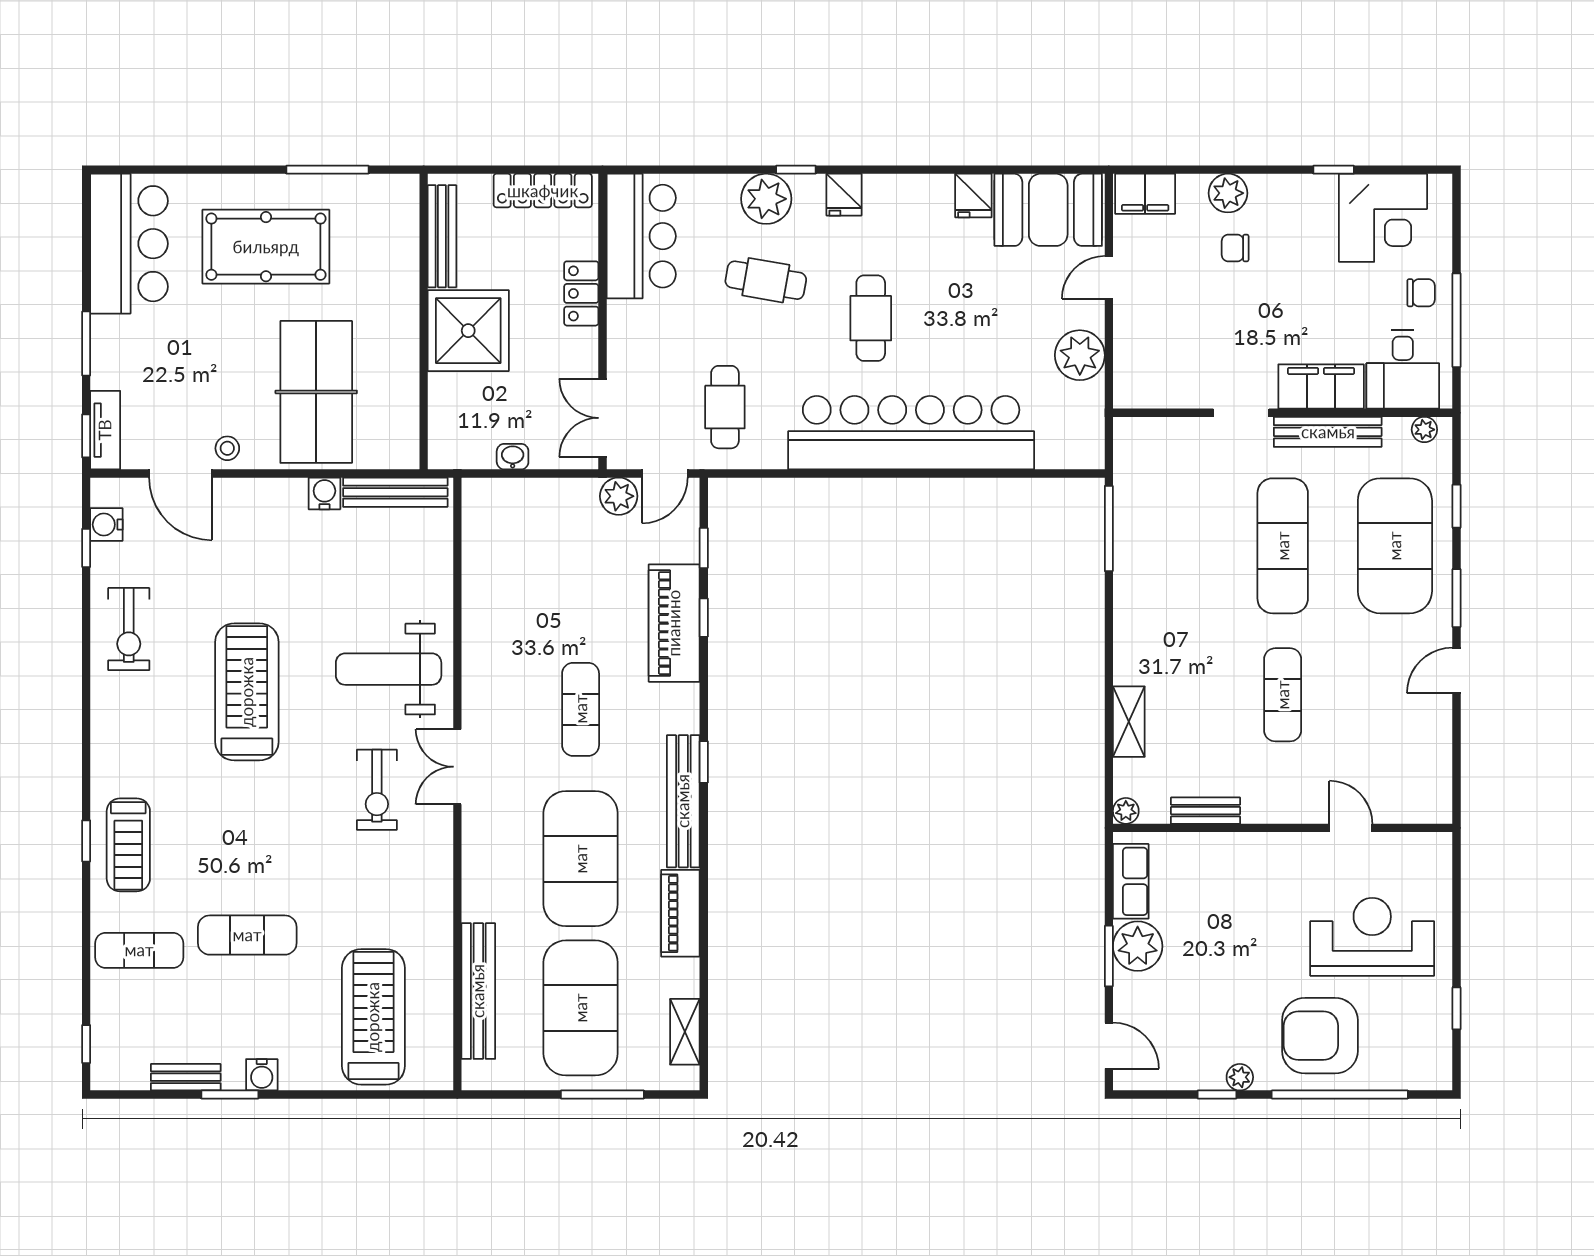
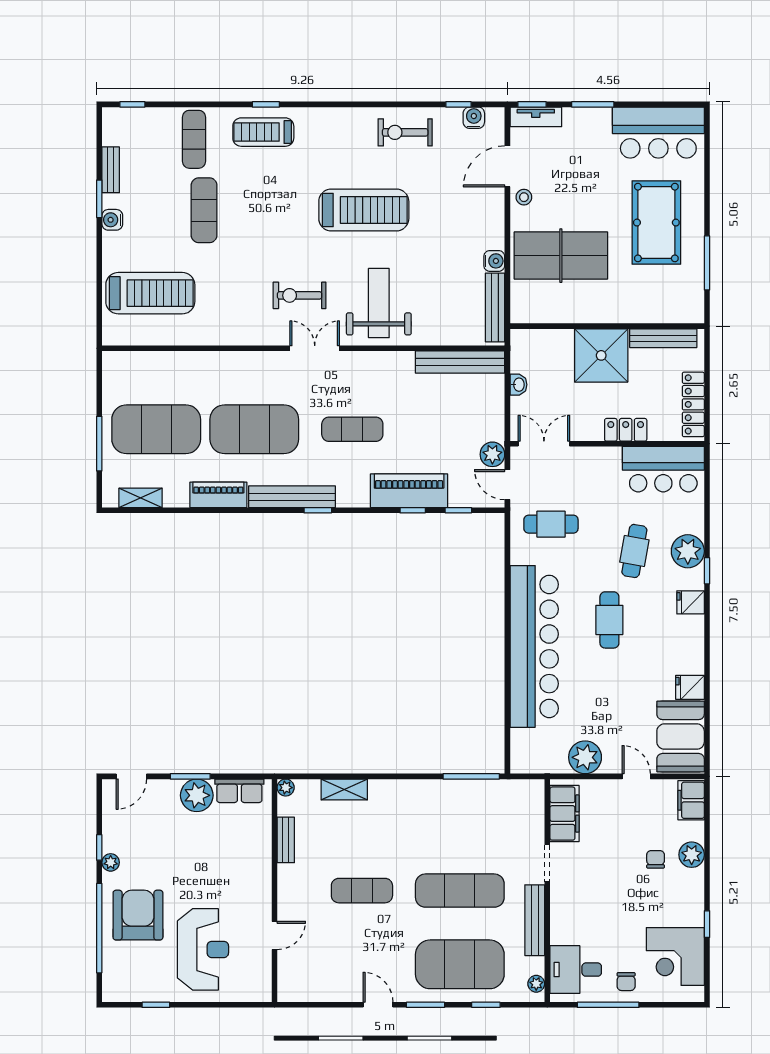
cafe table: (871, 318) -> (609, 620), turned 90
filing cabinet: (1321, 386) -> (565, 814), moved
bench: (478, 991) -> (460, 362), moved

